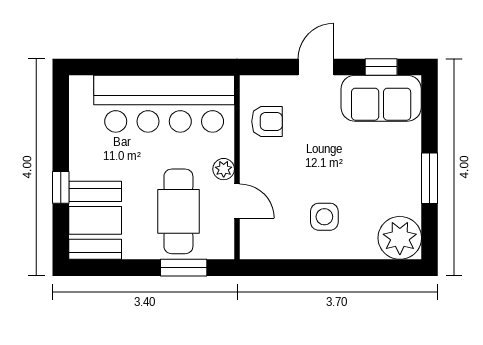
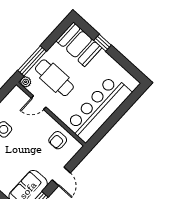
plant: (224, 169) -> (26, 82), moved
window: (184, 268) -> (32, 61), width x1.44

